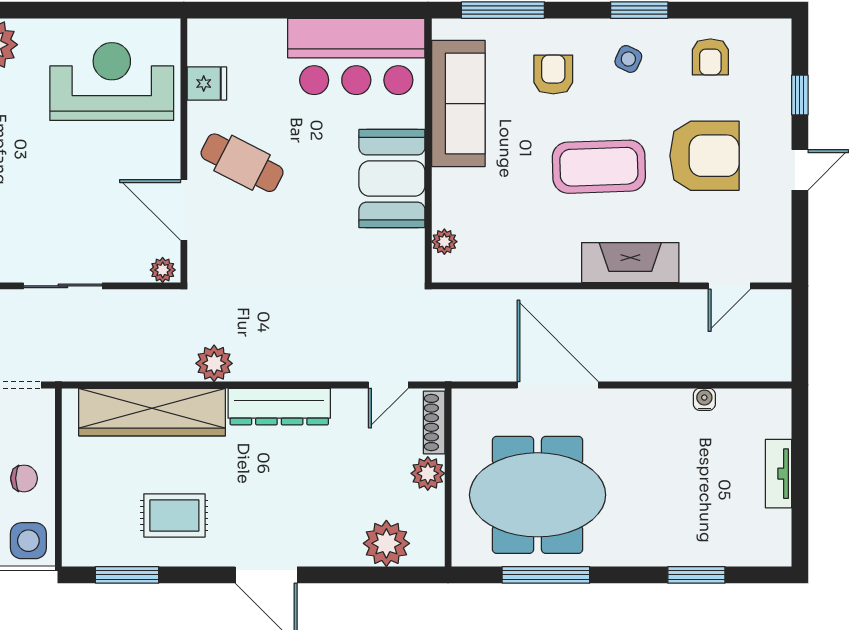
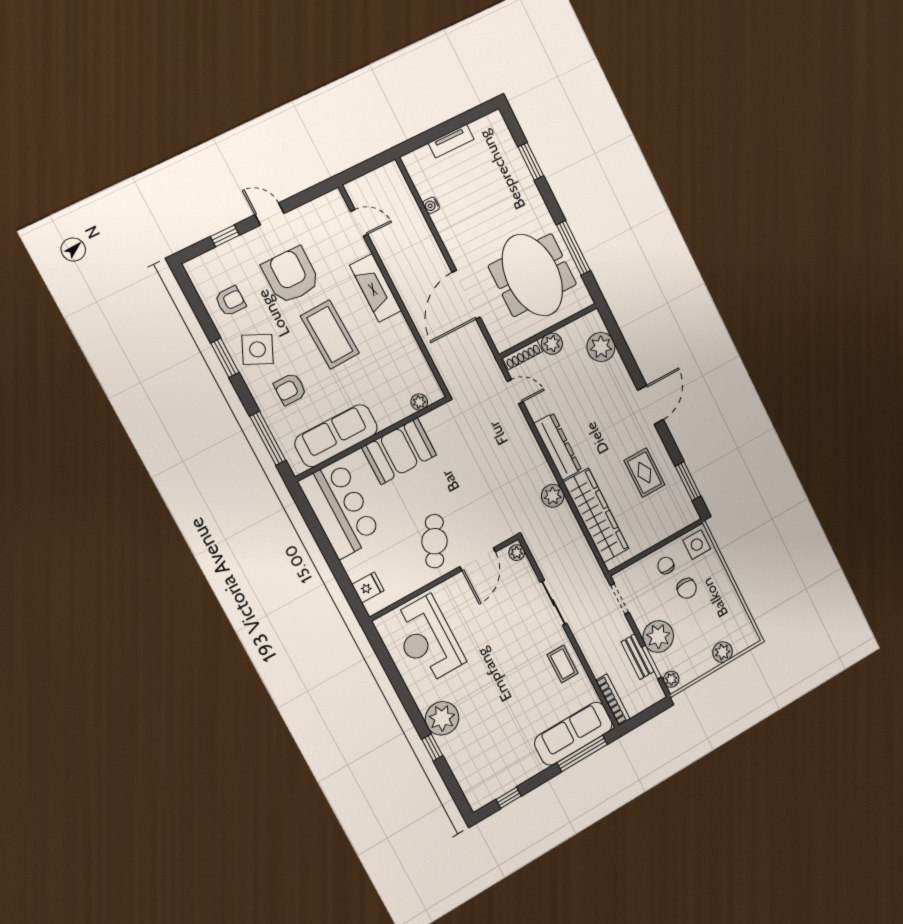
side table: (628, 59) -> (257, 349), width x1.87, depth x1.87
fridge: (207, 83) -> (368, 588), moved, turned 90

